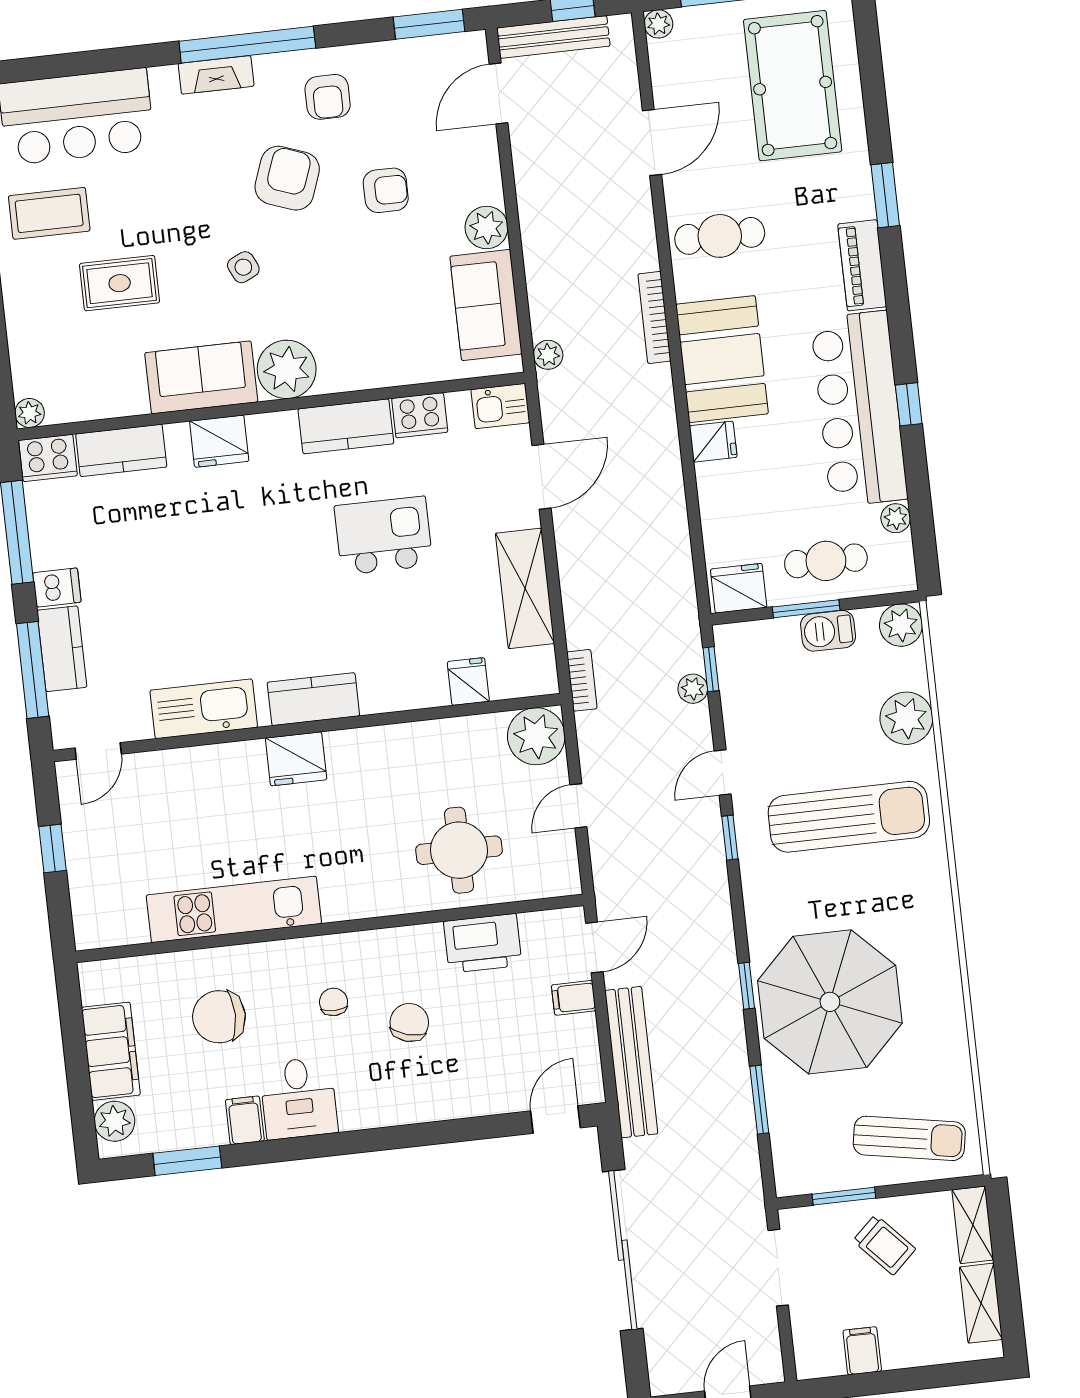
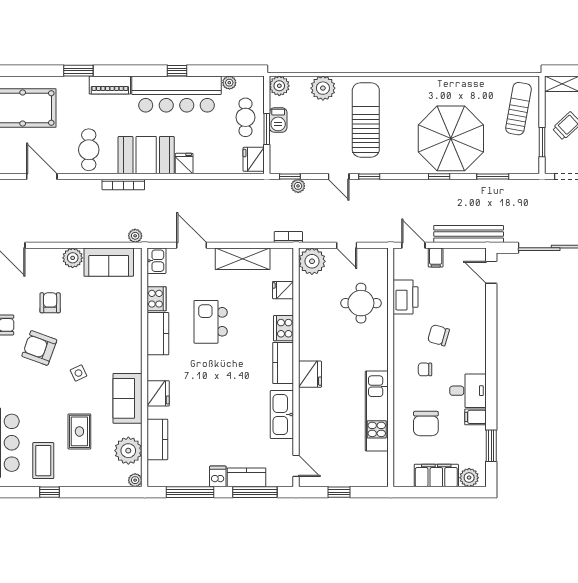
plant: (287, 369) -> (128, 451), moved
cooker: (48, 458) -> (284, 328), moved, turned 180

